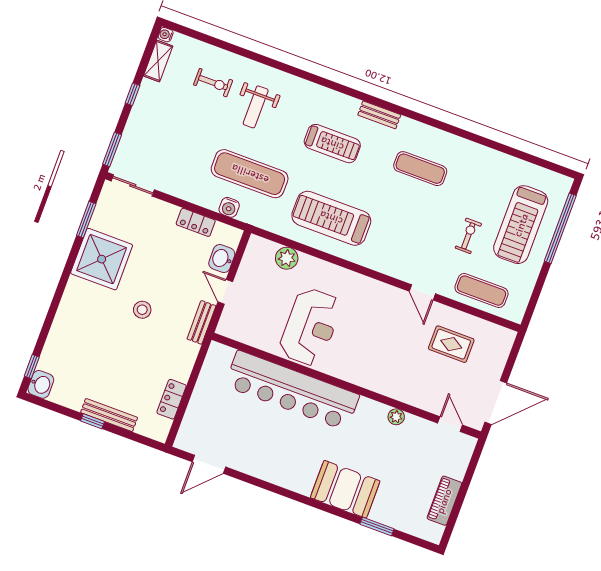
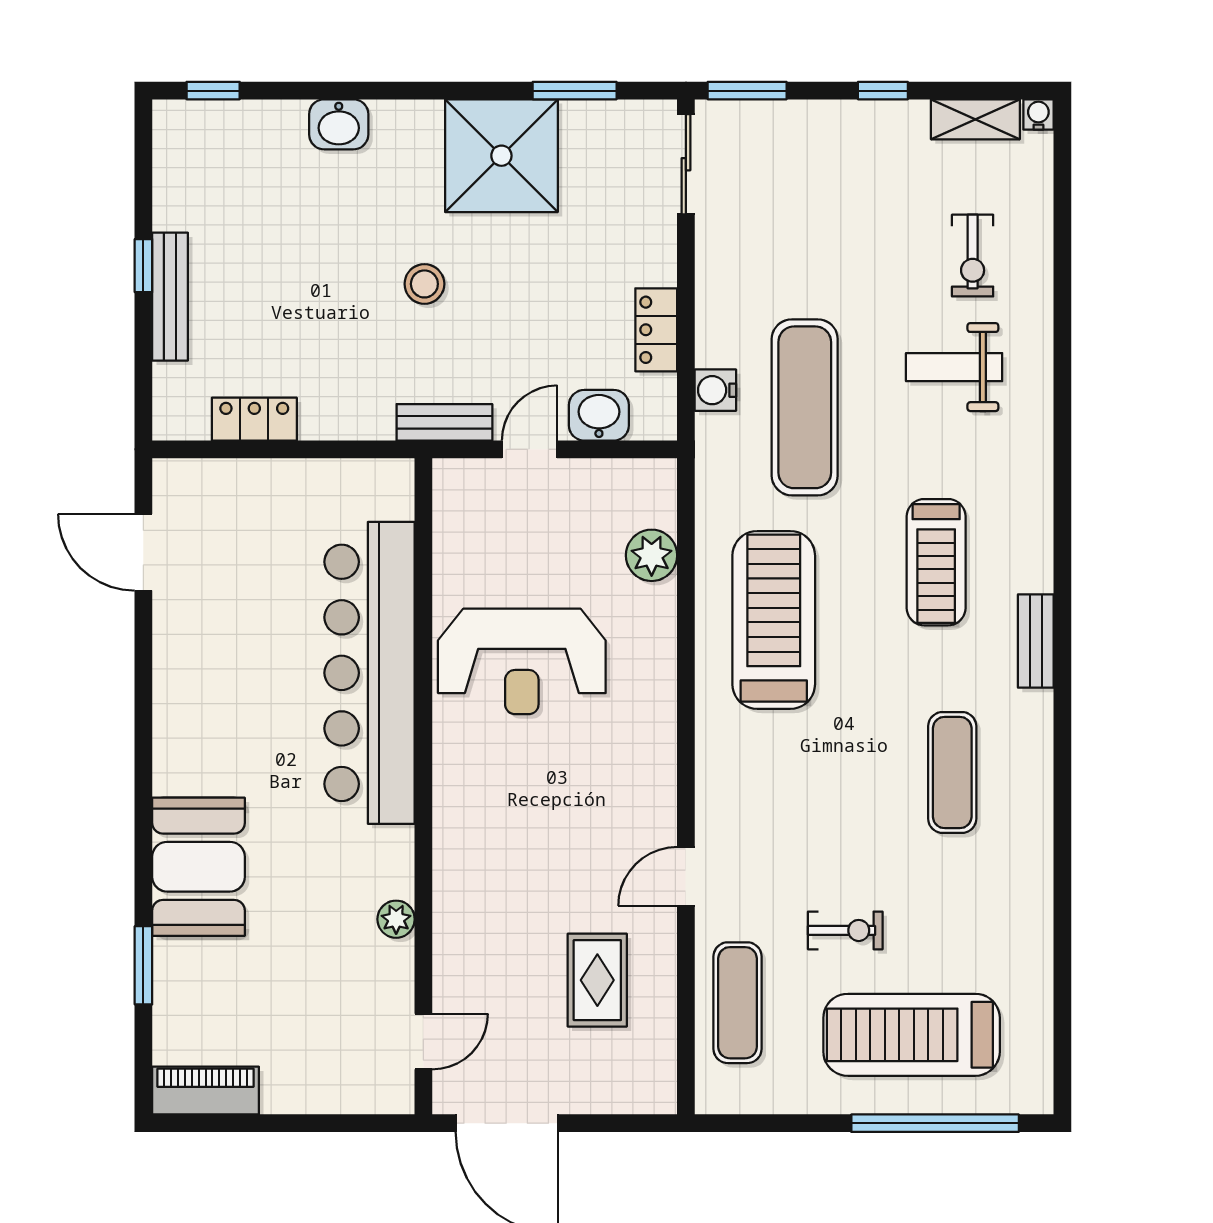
washbasin: (41, 384) -> (339, 124), moved
piano: (444, 501) -> (206, 1091), moved

